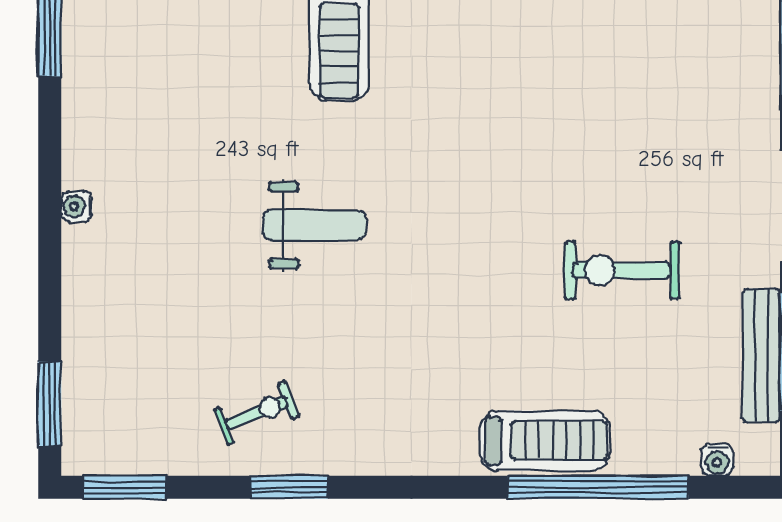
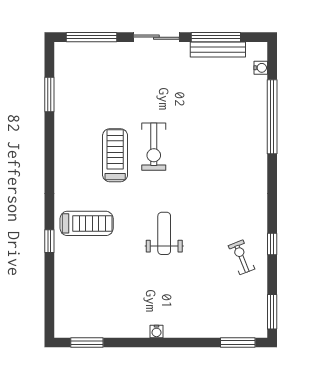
exercise bike: (622, 270) -> (154, 147), moved
treadmill: (545, 441) -> (115, 155), moved
window: (289, 487) -> (272, 244), width x0.67

